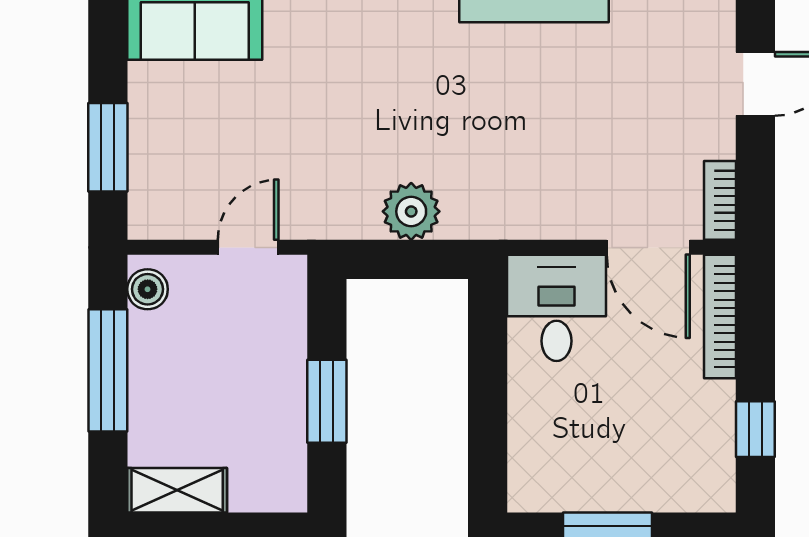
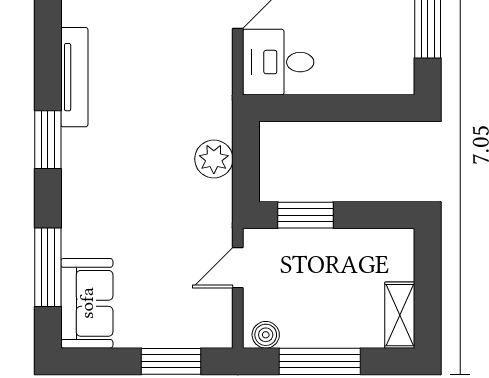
door: (248, 247) -> (238, 268), hinge flipped
window: (327, 401) -> (305, 215), moved

